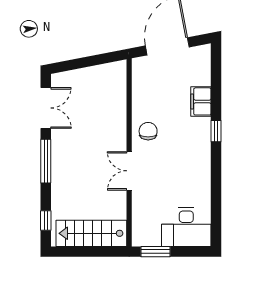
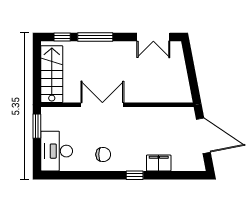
chair: (148, 131) -> (103, 154), moved
window: (46, 161) -> (95, 37), moved
double door: (129, 171) -> (102, 105), width x1.37

